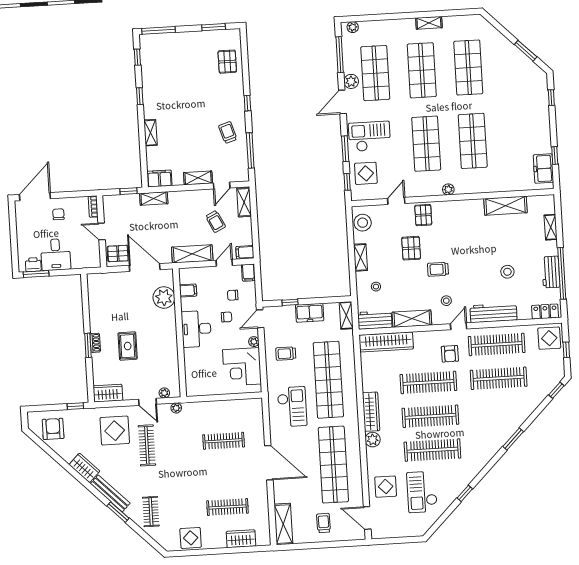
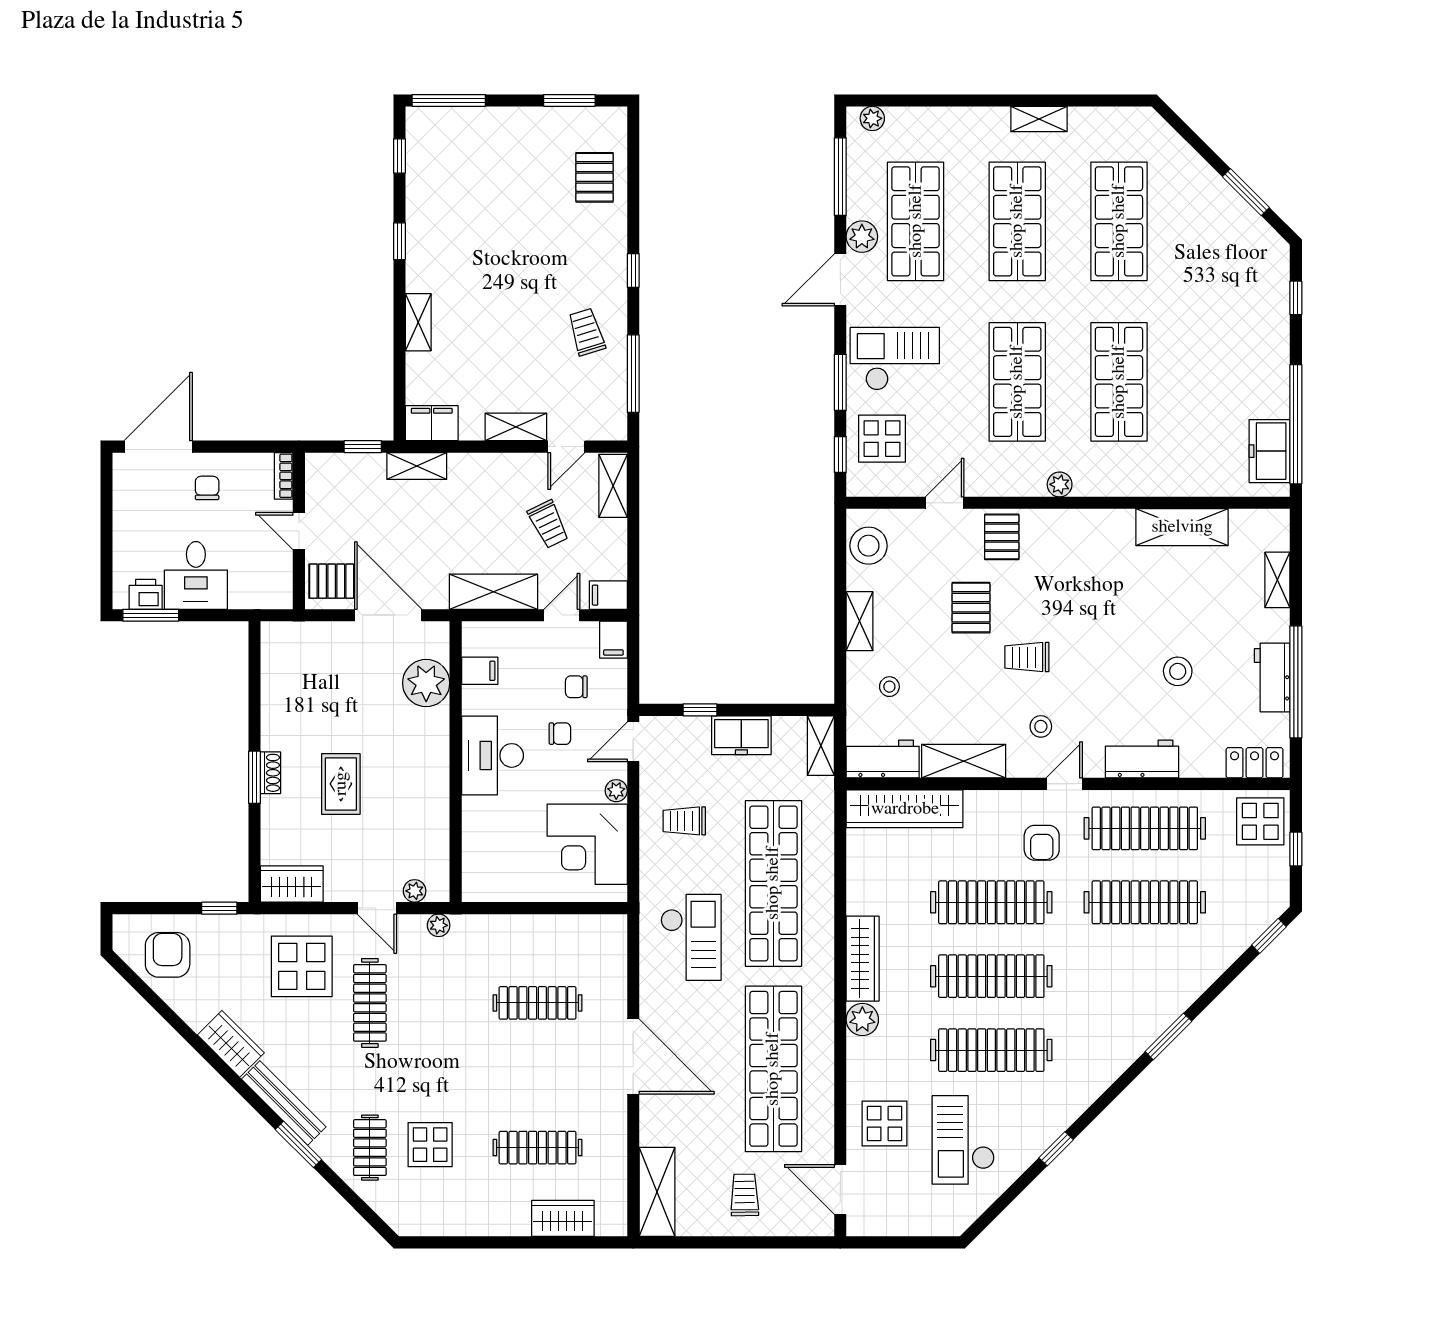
window: (555, 155) -> (1296, 424), width x3.17
workbench: (494, 313) -> (1142, 759), width x0.73
display table: (191, 538) -> (430, 1145), moved

